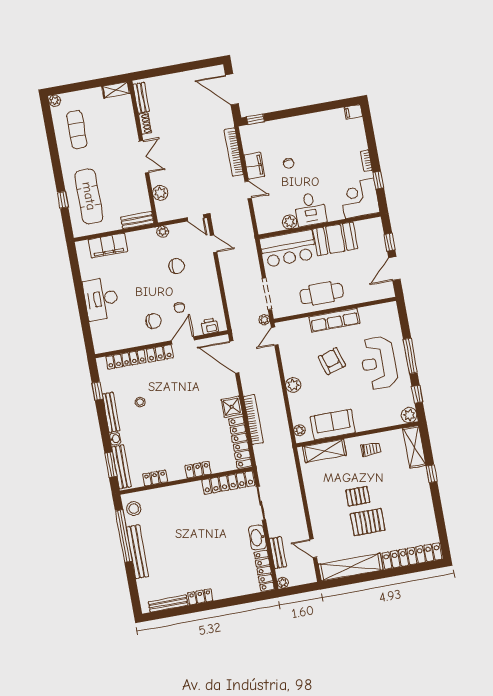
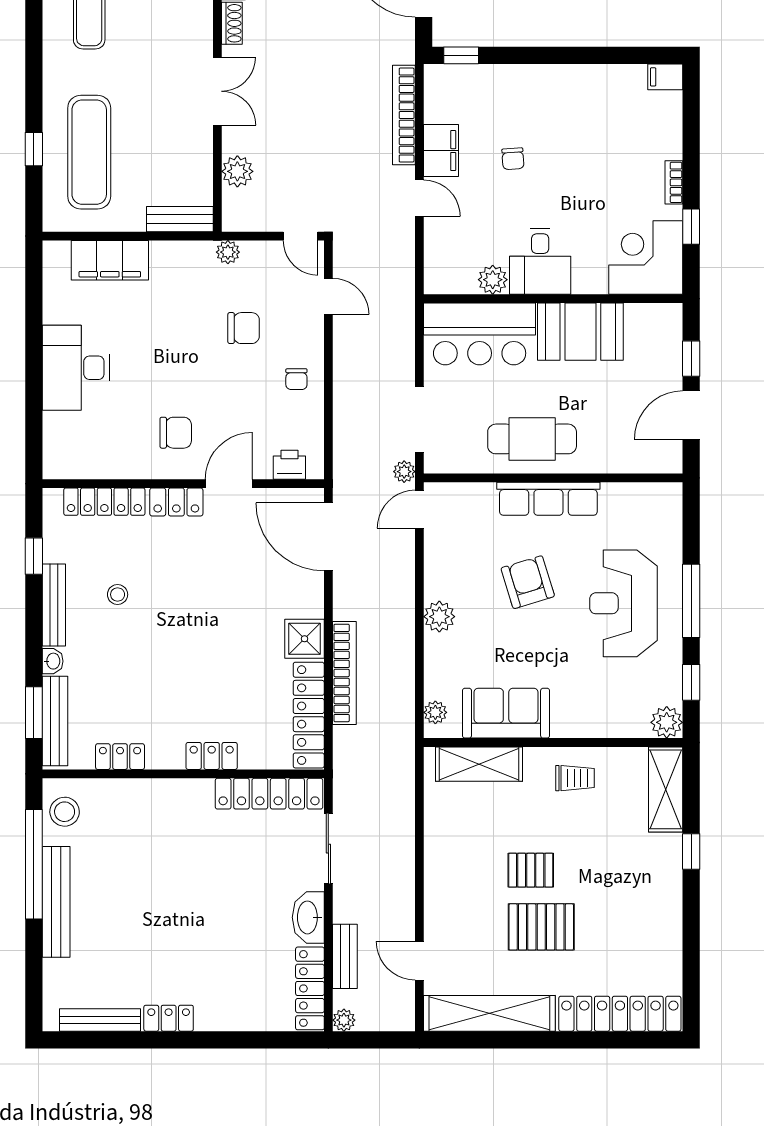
chair: (179, 307) -> (296, 379), moved

